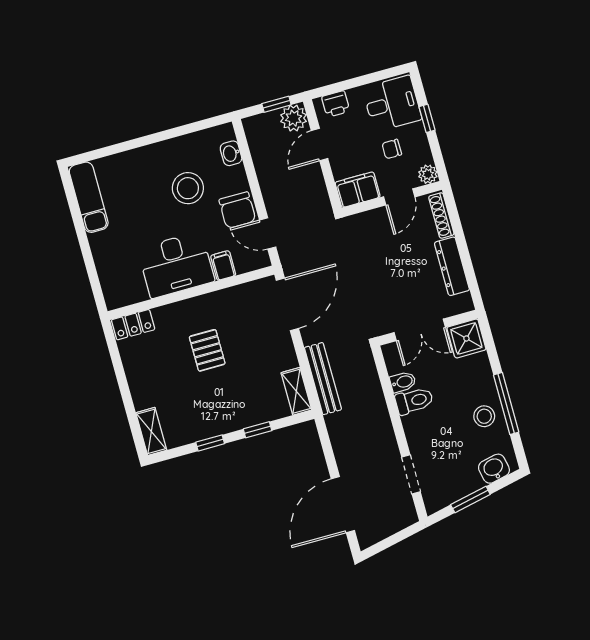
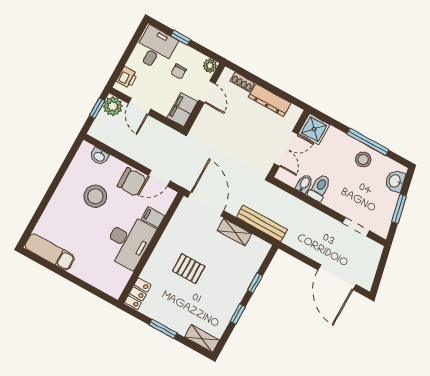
shoe rack: (441, 215) -> (242, 82), width x0.70
window: (123, 384) -> (163, 329), added
shelving: (296, 391) -> (234, 232), moved

